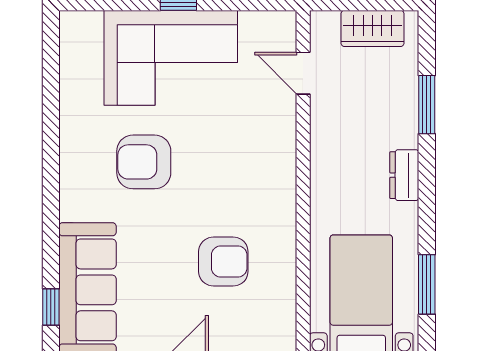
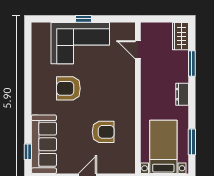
wardrobe: (372, 28) -> (180, 36), moved, turned 90

